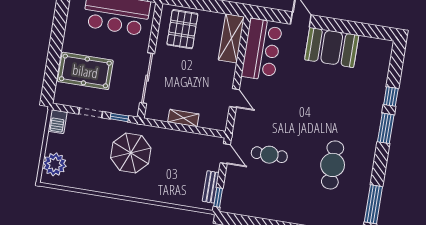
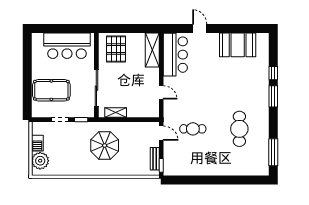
booth: (332, 47) -> (238, 45), moved
shelving: (183, 118) -> (116, 113), moved
barbecue: (58, 122) -> (37, 143), moved
parasol: (131, 153) -> (105, 145), moved

